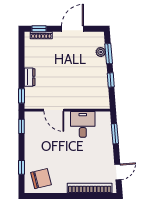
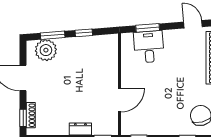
plant: (101, 52) -> (46, 50), width x1.88, depth x1.88
desk: (83, 124) -> (149, 47), moved, turned 86

